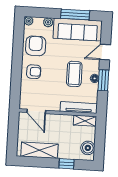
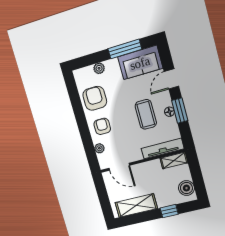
plant: (29, 21) -> (99, 148), moved
sofa: (78, 30) -> (140, 63), width x0.73
armchair: (34, 72) -> (102, 126), turned -90

